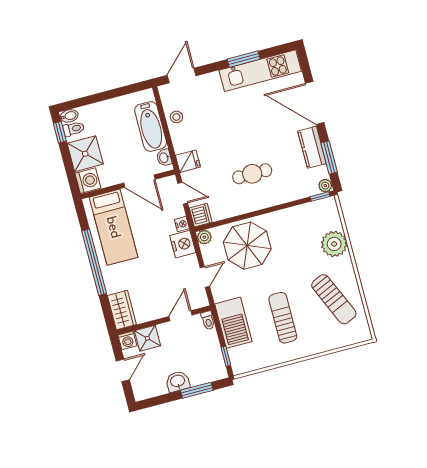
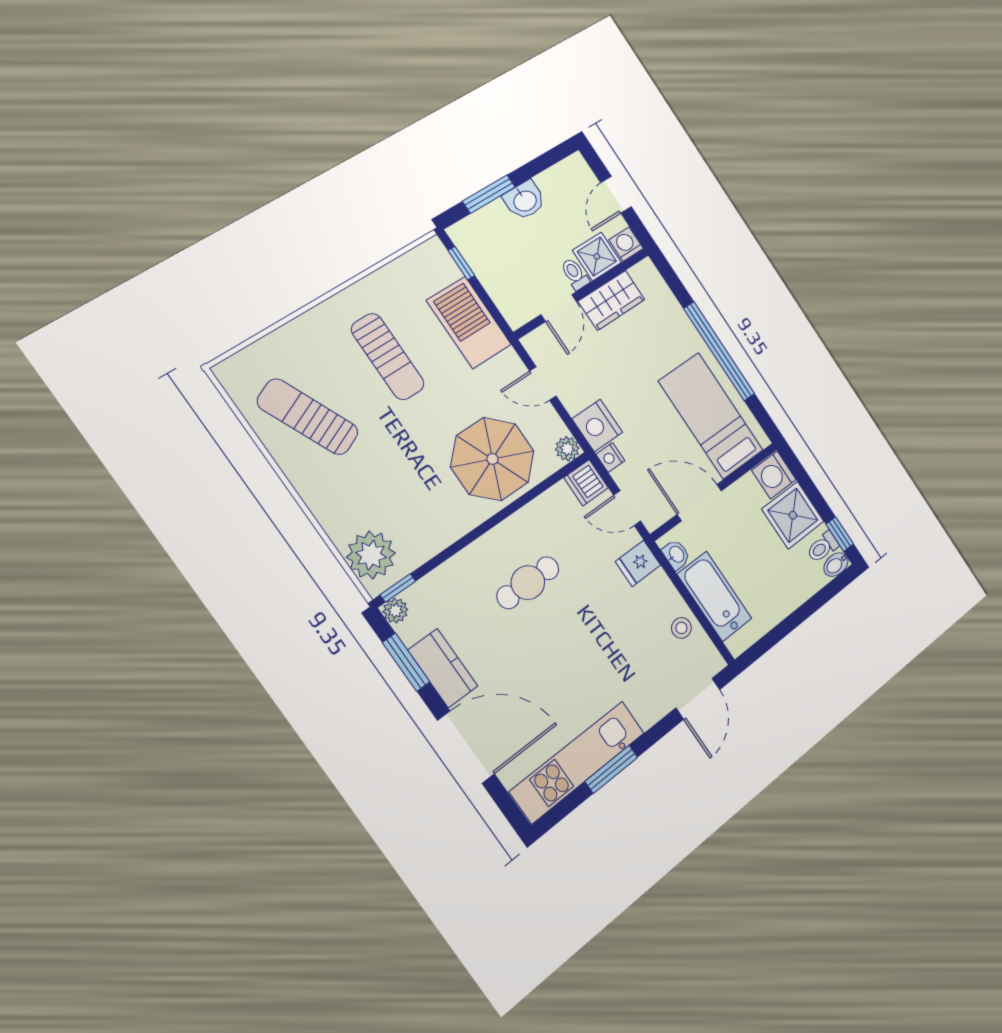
plant: (334, 244) -> (371, 555), moved
door: (205, 277) -> (543, 384), hinge flipped
wardrobe: (122, 310) -> (612, 300), moved, turned -90
toilet: (208, 320) -> (575, 274), moved

